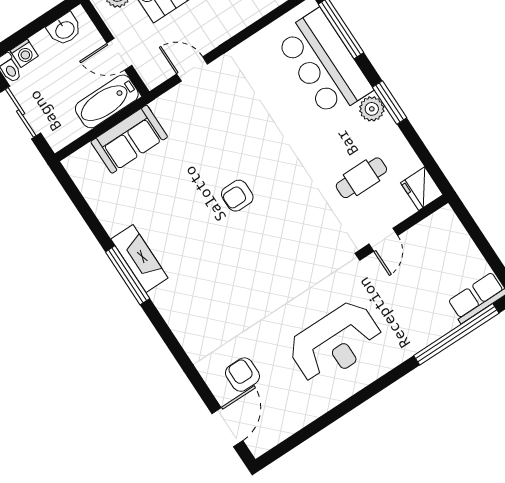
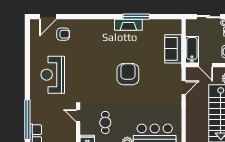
door: (119, 54) -> (206, 65), swing flipped
armchair: (237, 196) -> (128, 74), width x1.88, depth x1.88
window: (128, 275) -> (136, 17), moved
door: (227, 427) -> (48, 17), hinge flipped

